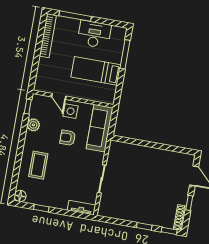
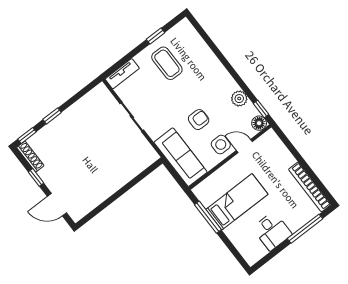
desk: (94, 34) -> (272, 231), width x0.73
window: (125, 54) -> (208, 217), moved
coffee table: (38, 165) -> (167, 63), moved
floor lamp: (20, 196) -> (259, 123), moved

